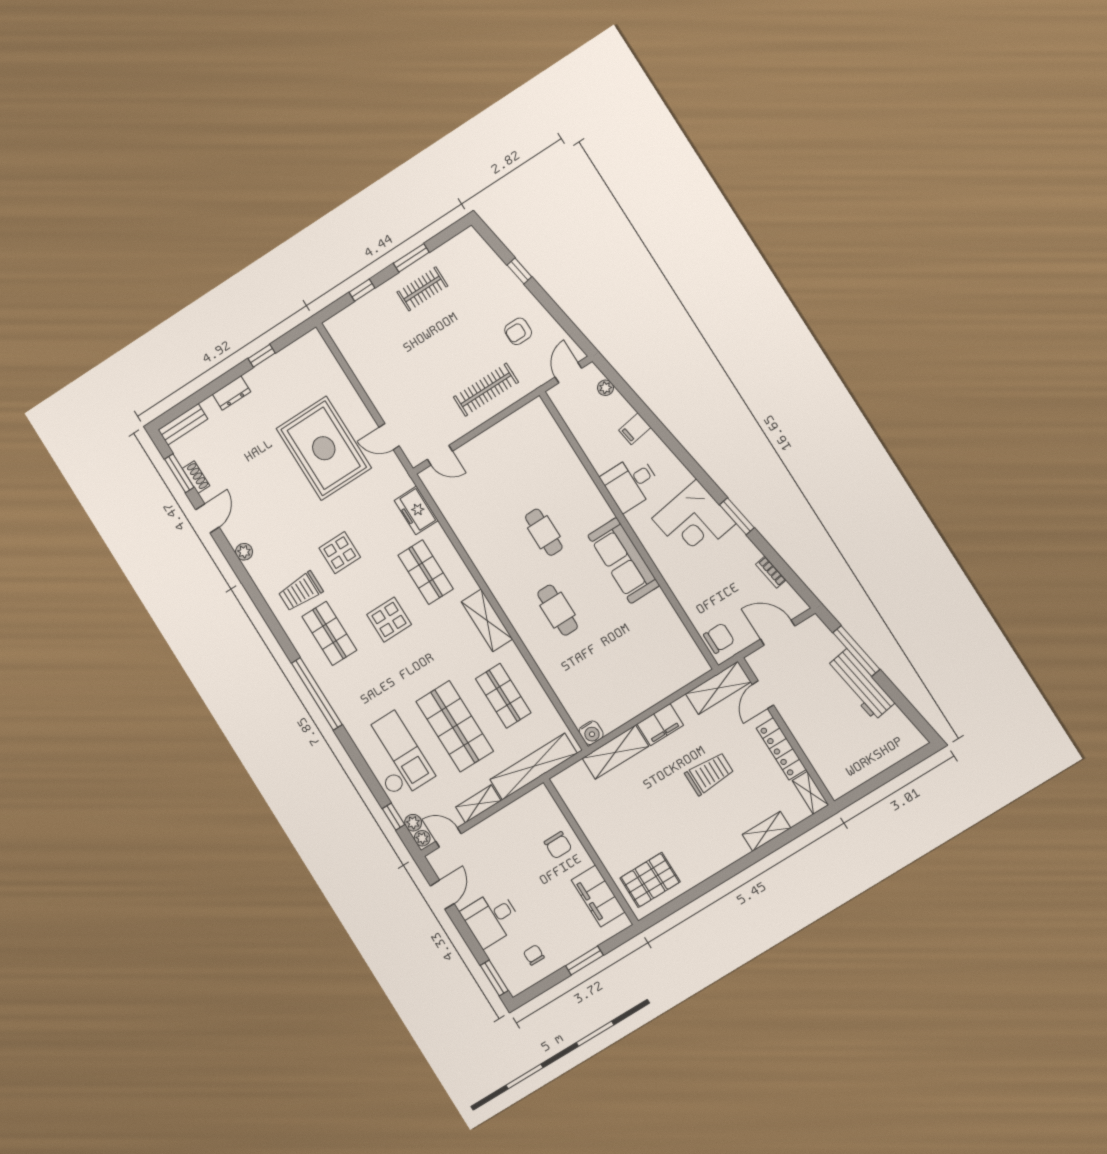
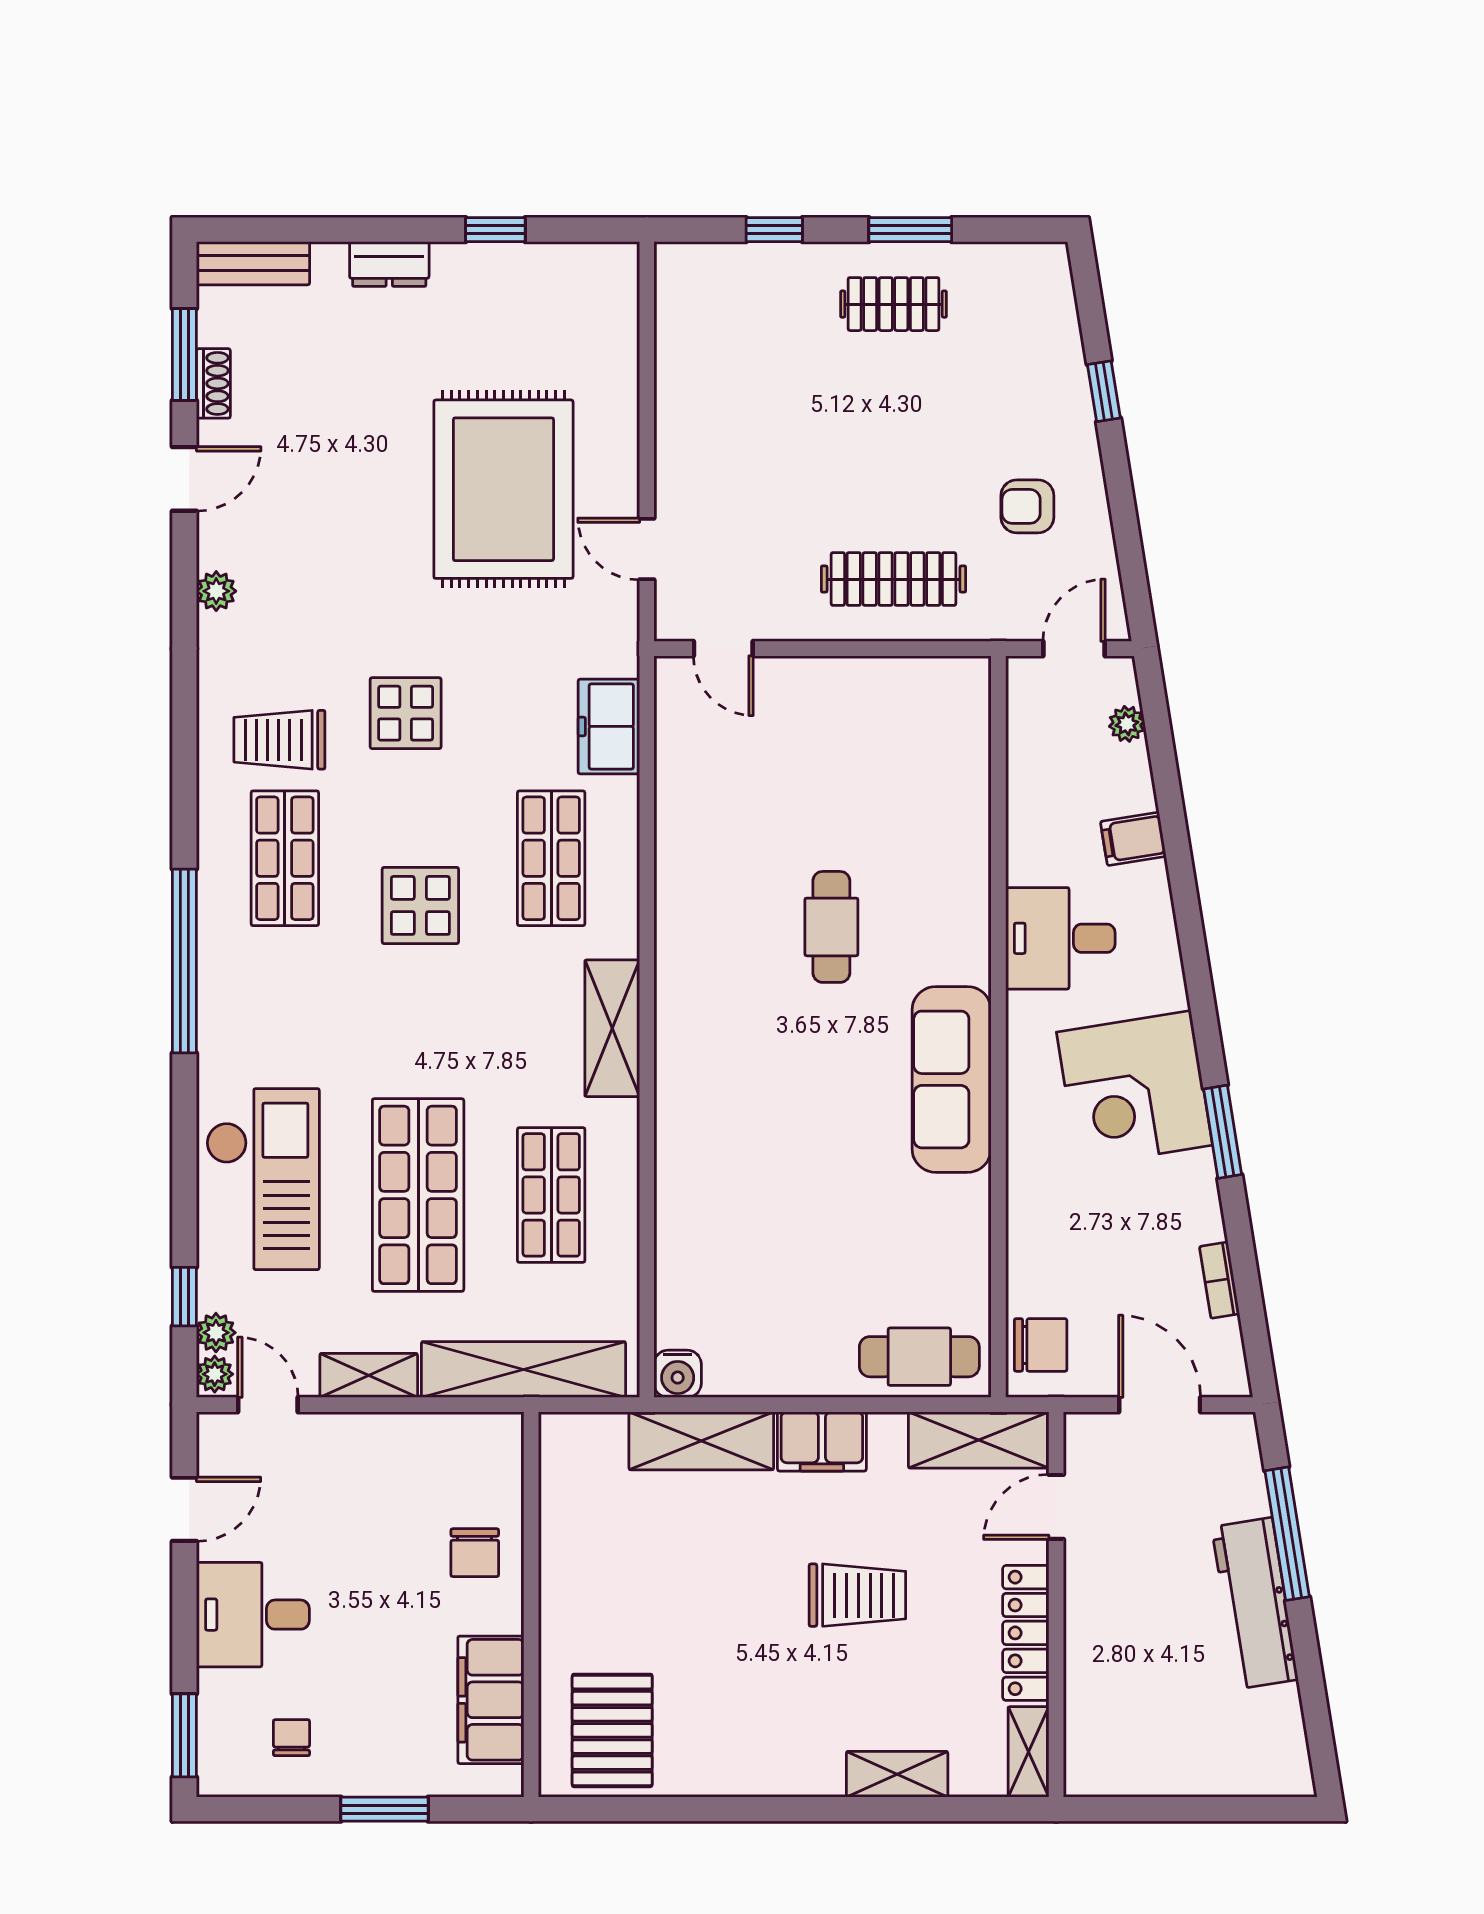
cafe table: (558, 610) -> (919, 1357), moved, turned 90
pallet: (650, 880) -> (612, 1730), turned 90

